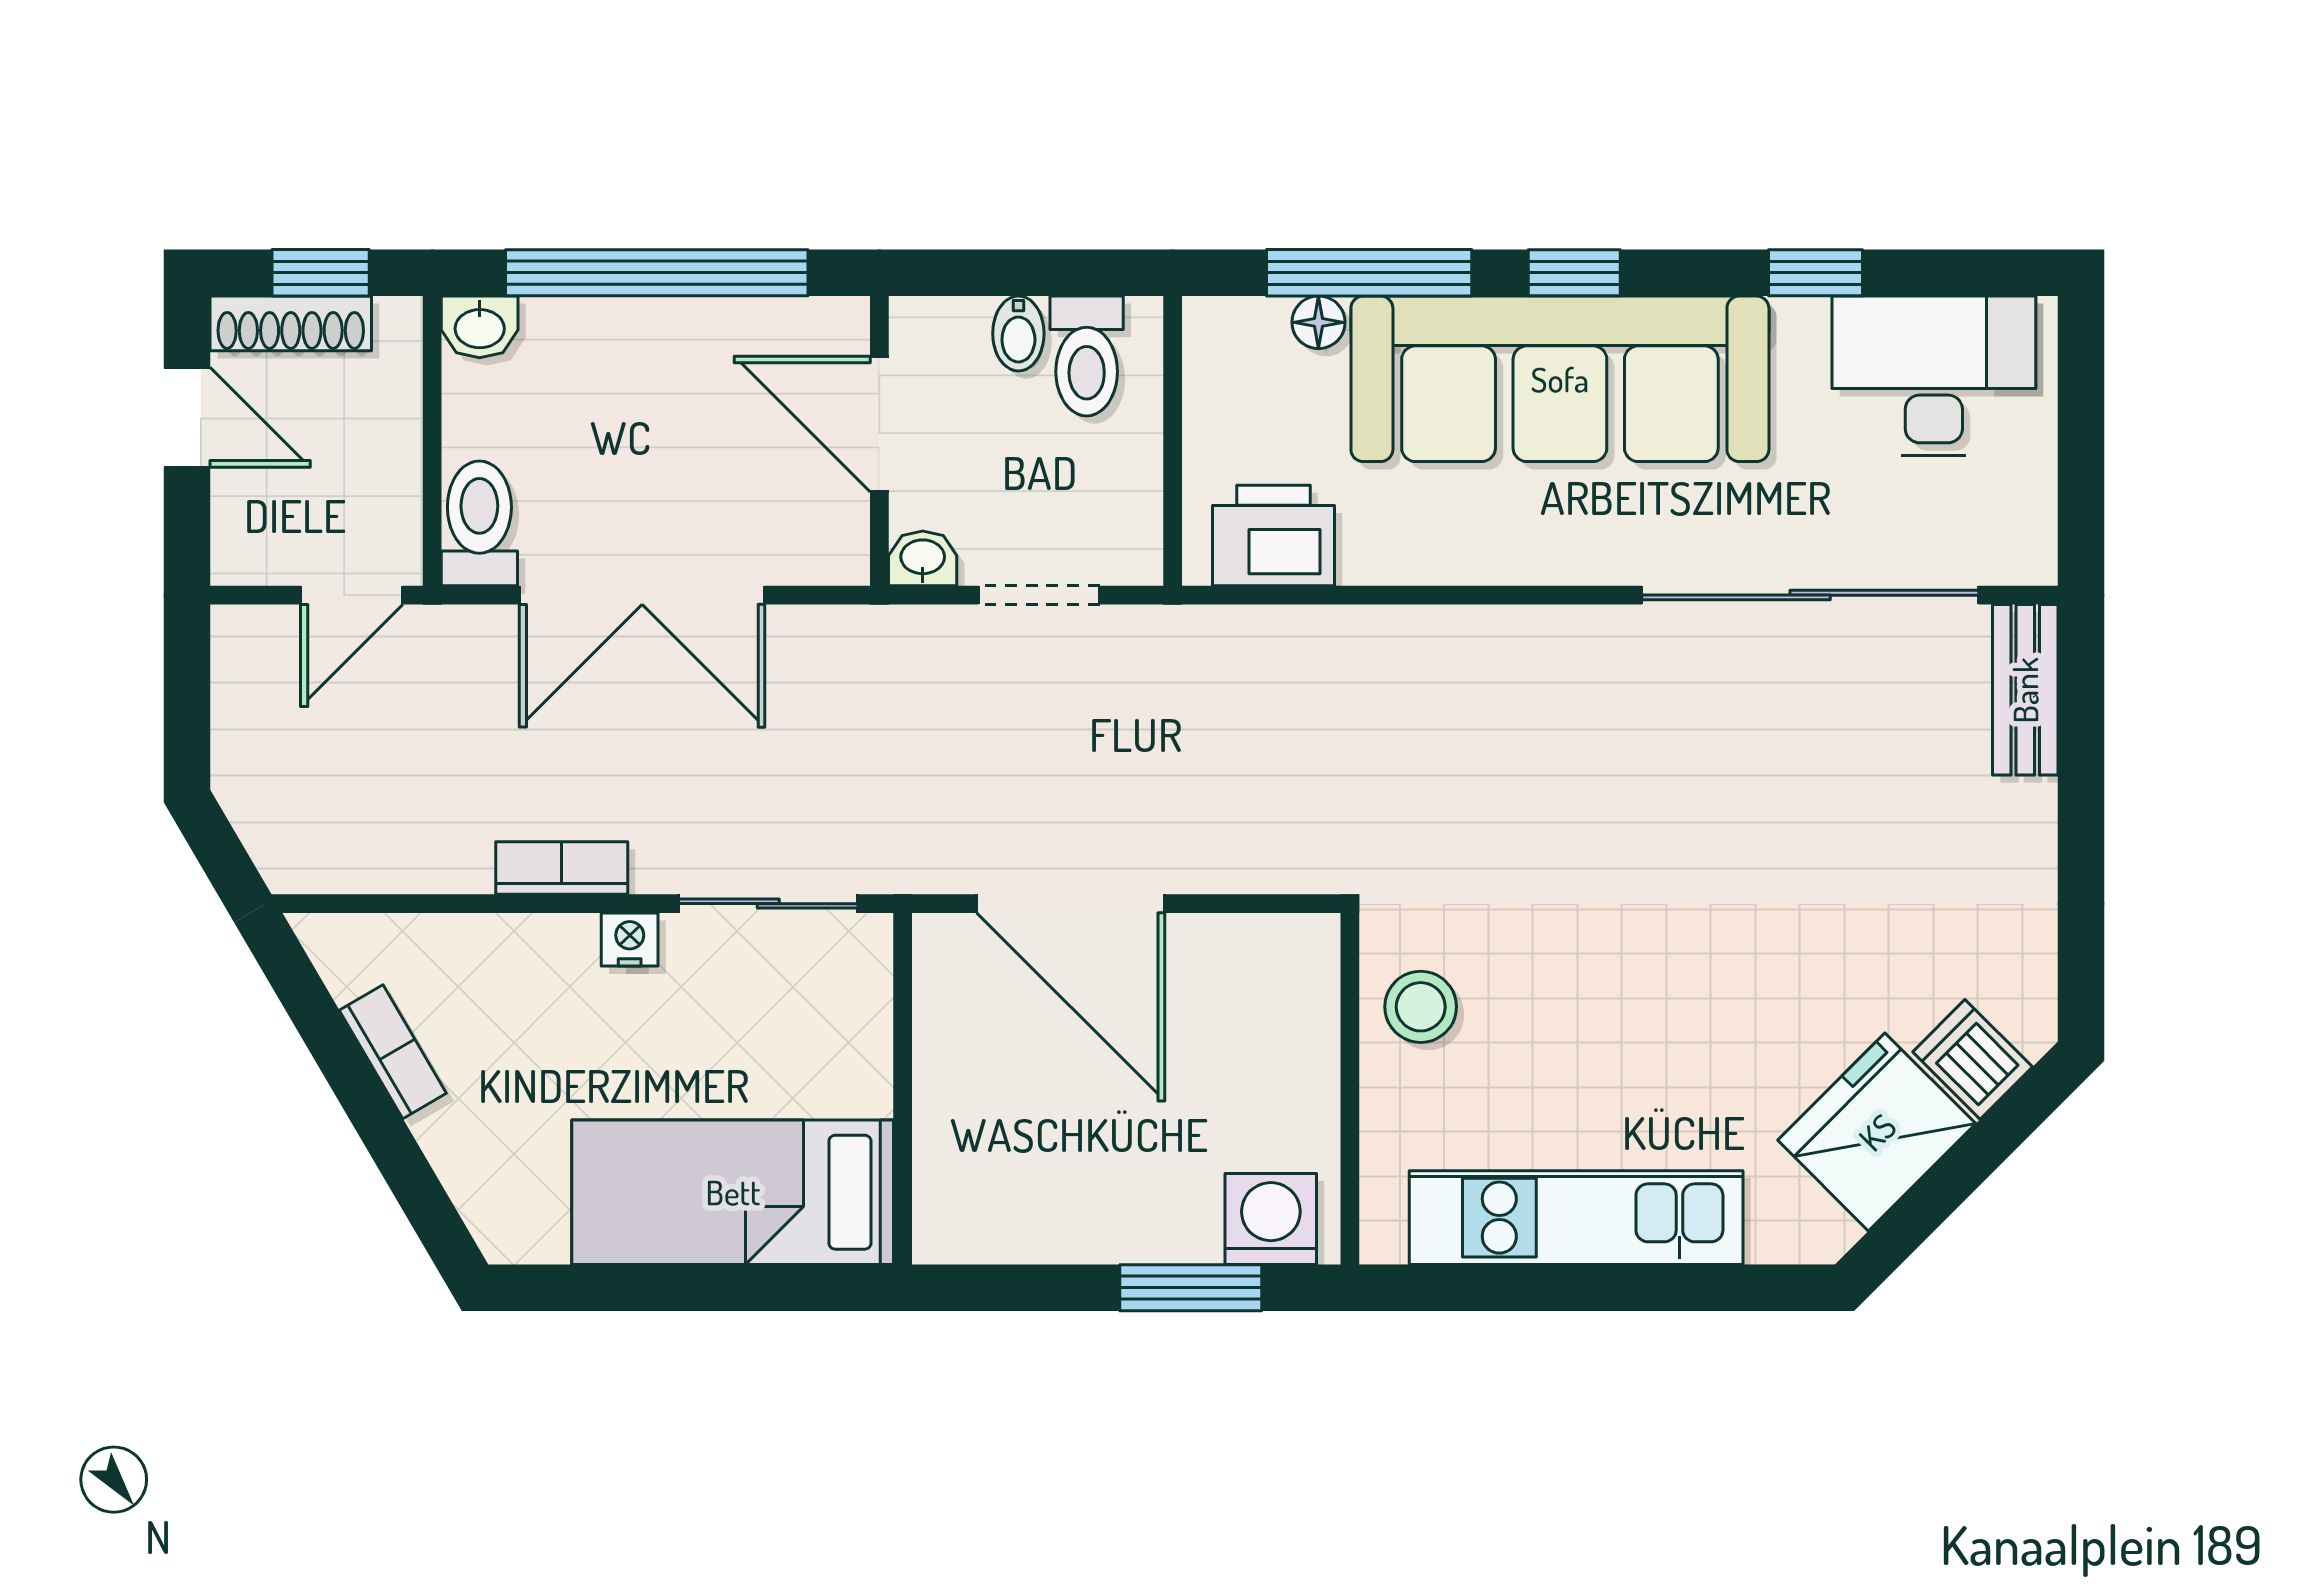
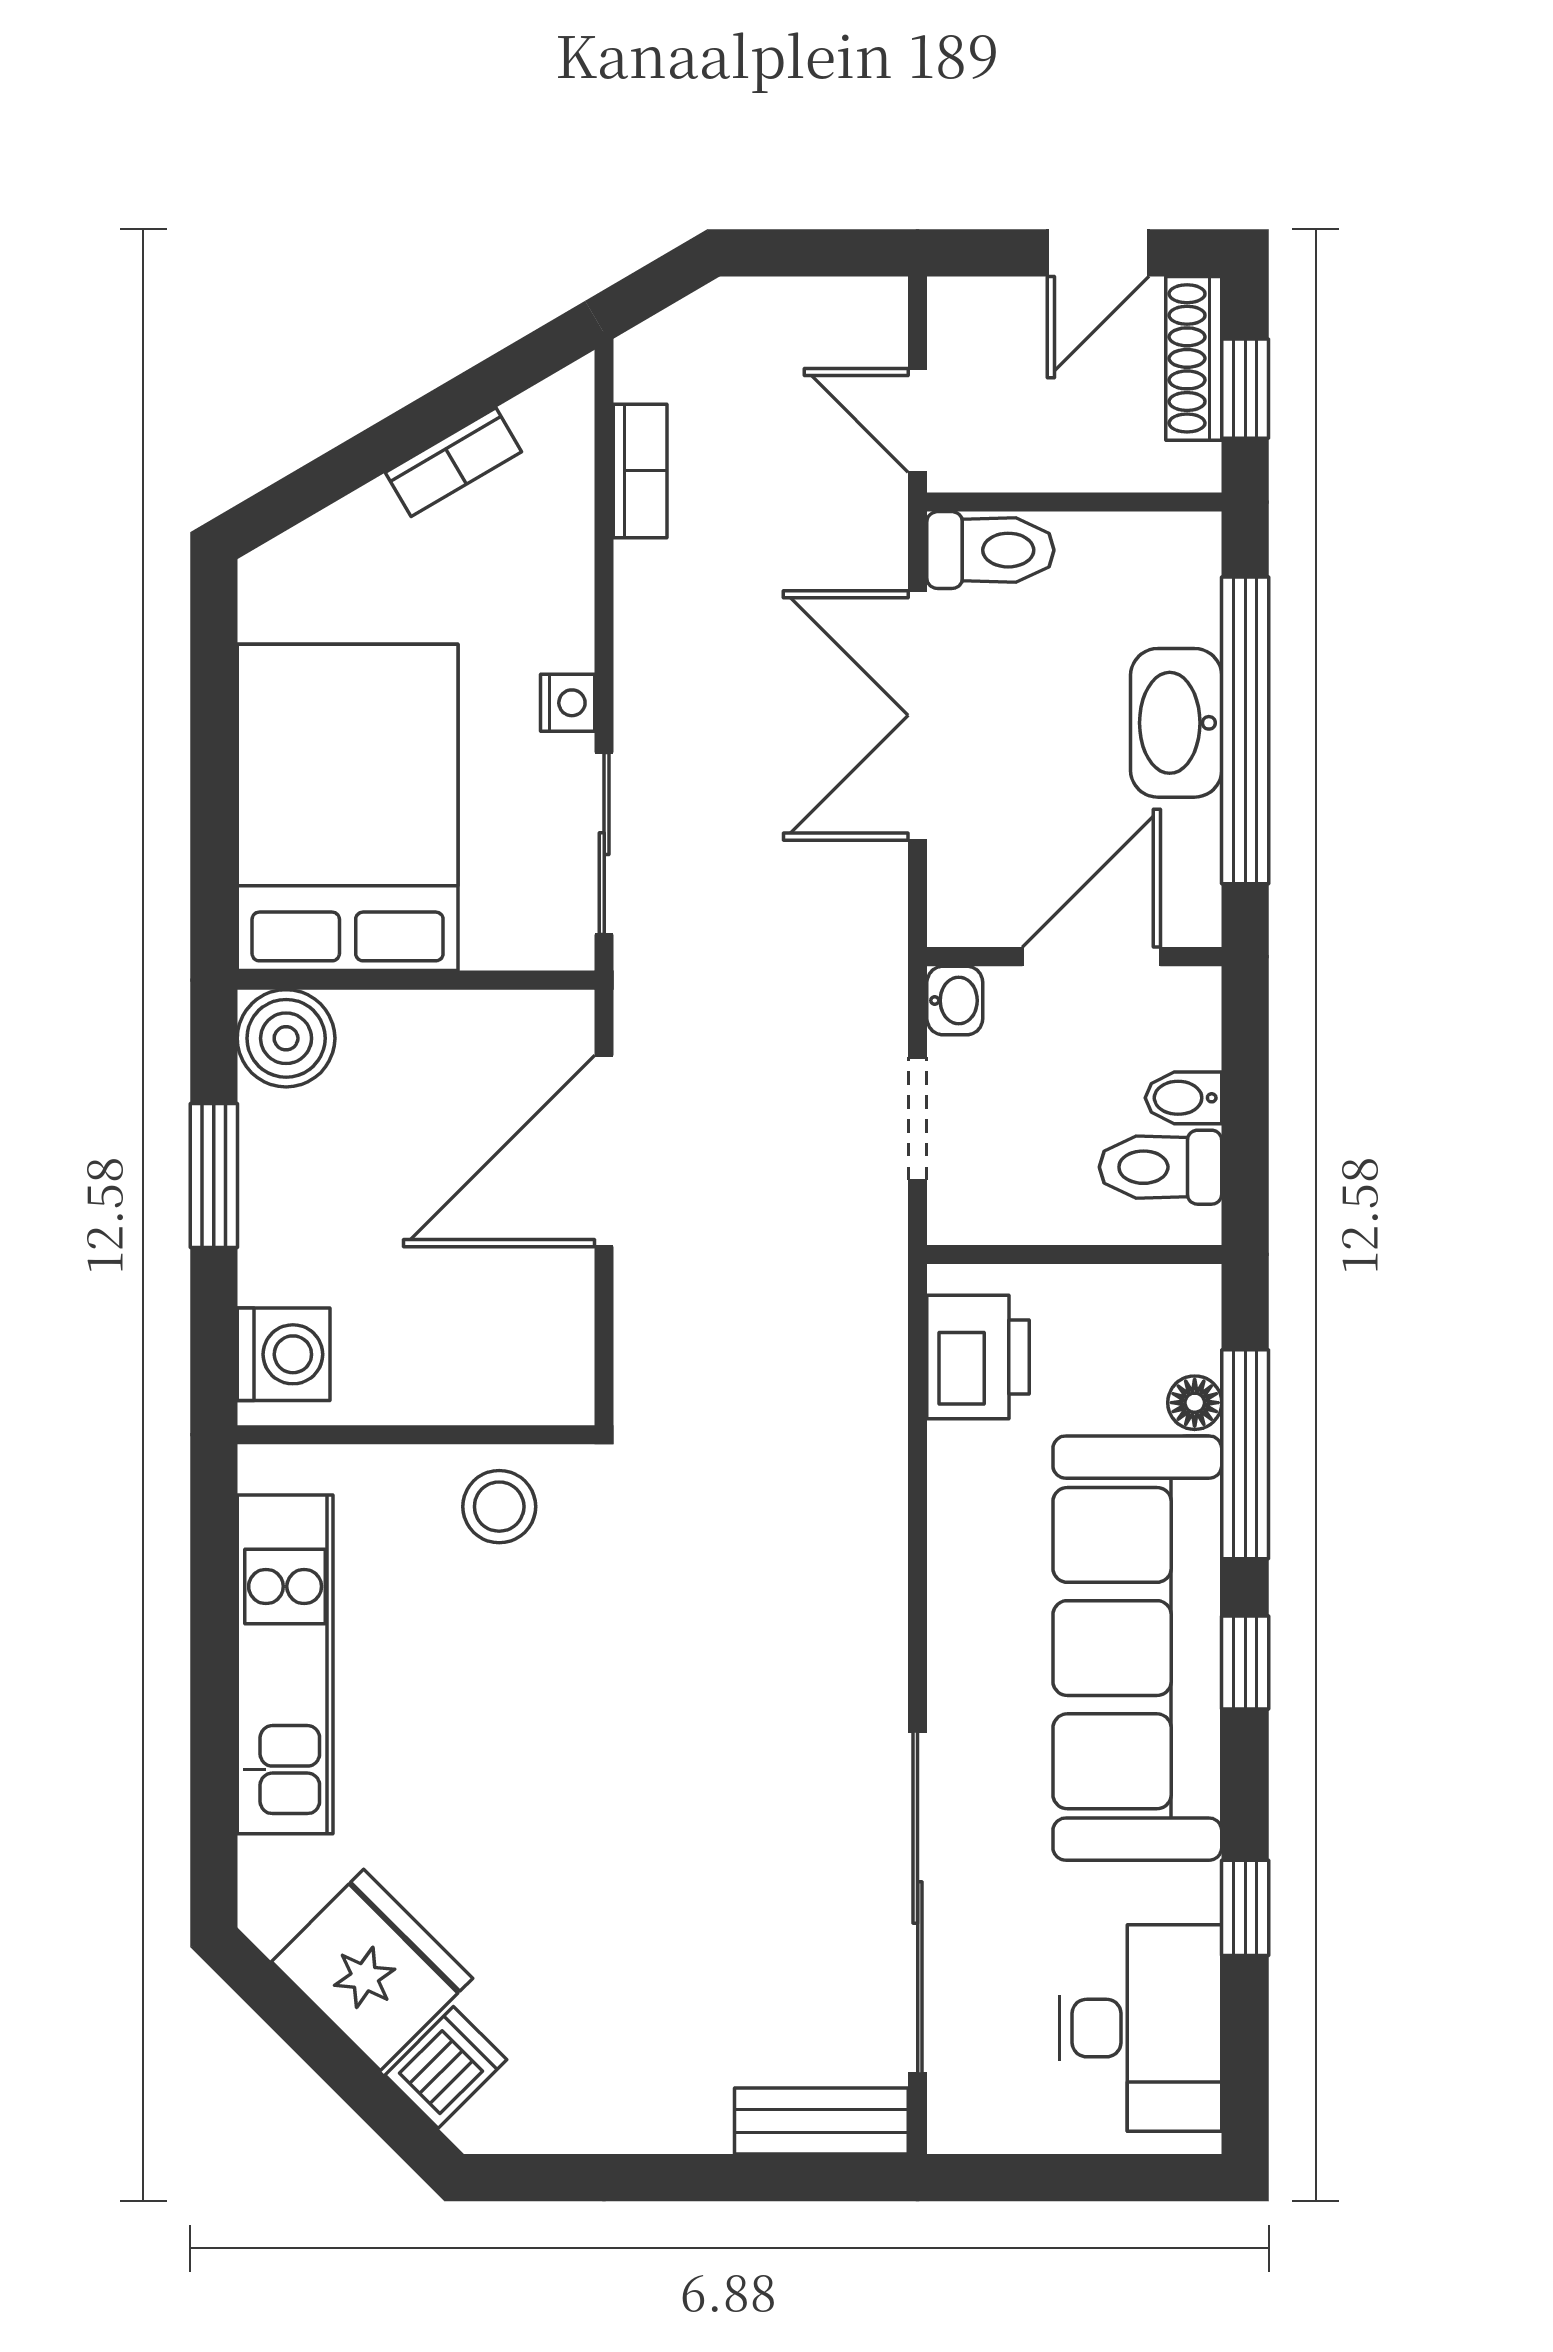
washbasin: (480, 327) -> (1176, 723), moved, width x1.91, depth x1.45
bookcase: (562, 868) -> (640, 471), moved
bed: (733, 1192) -> (348, 807), width x1.50
boiler: (960, 1217) -> (286, 1038), added
window: (1191, 1288) -> (214, 1176), moved

